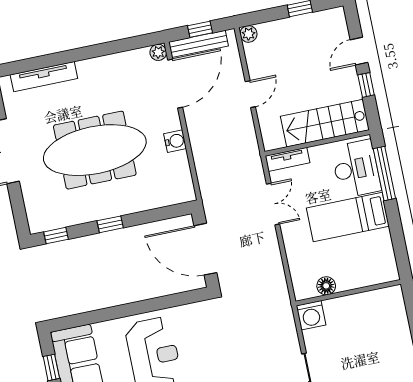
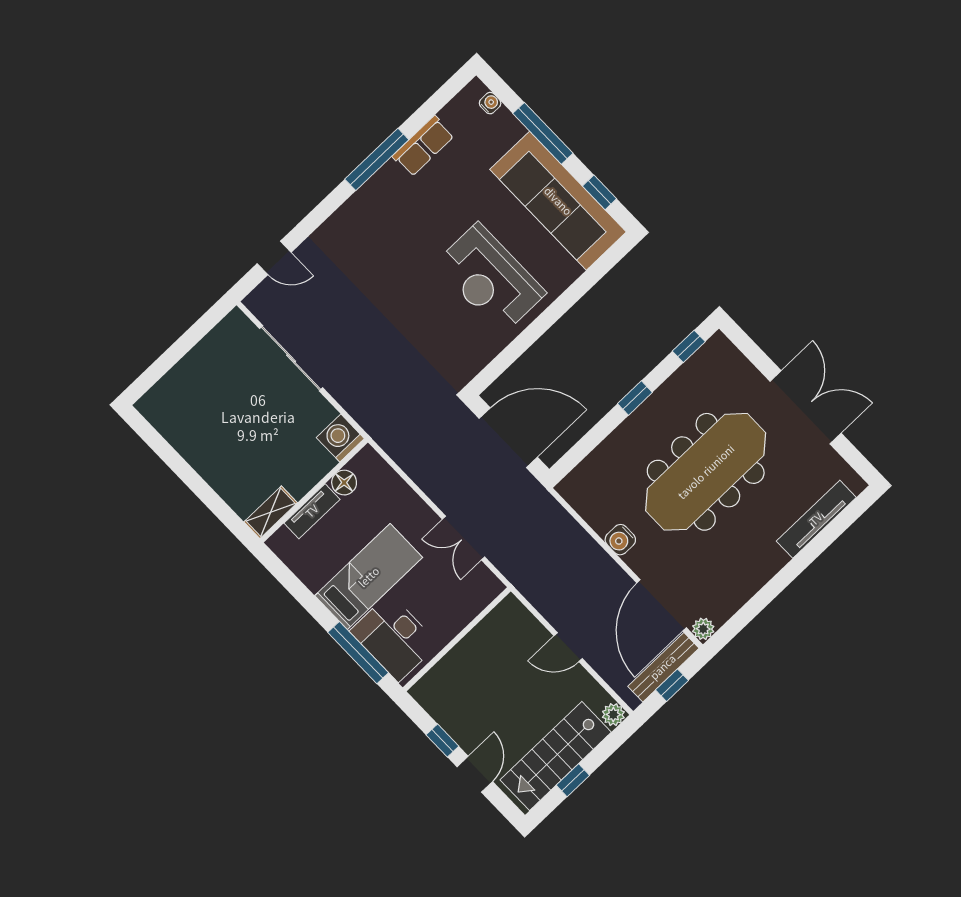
door: (250, 94) -> (568, 647), hinge flipped
stairs: (325, 123) -> (556, 756), moved, turned 180
tv unit: (287, 159) -> (312, 511), moved, turned 180
shelving: (384, 296) -> (271, 512), added

